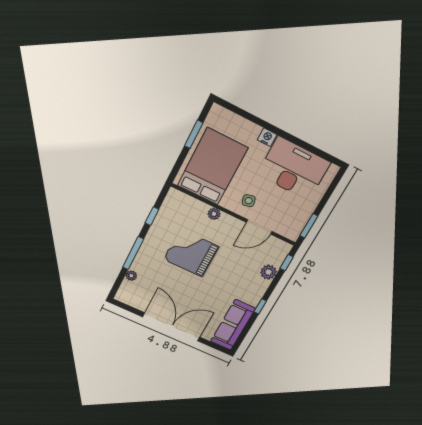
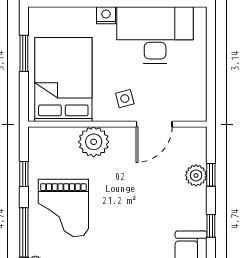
plant: (214, 214) -> (94, 142), width x1.87, depth x1.87
window: (309, 226) -> (211, 93), removed
grand piano: (191, 253) -> (63, 208), moved, turned -90
window: (287, 263) -> (211, 175), moved

